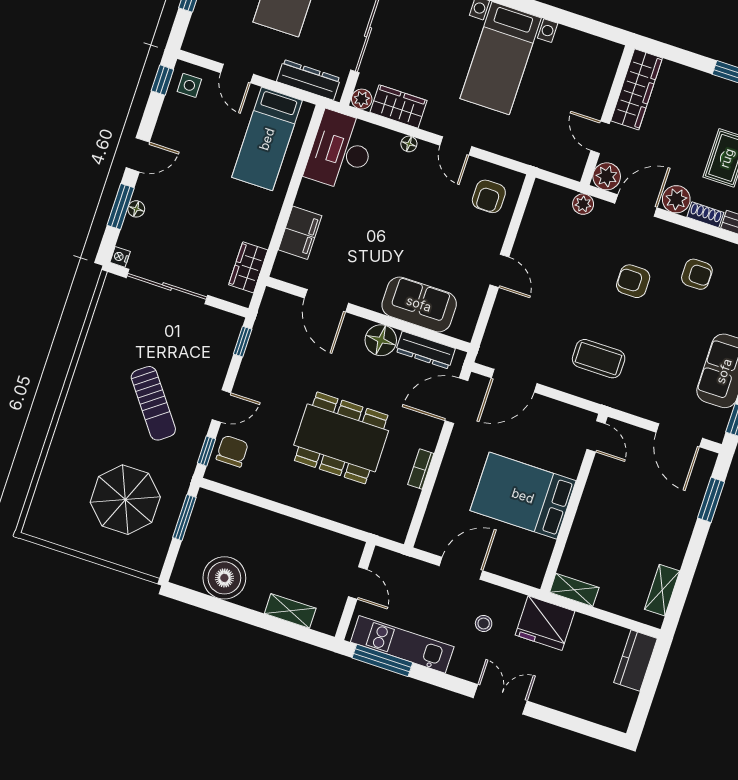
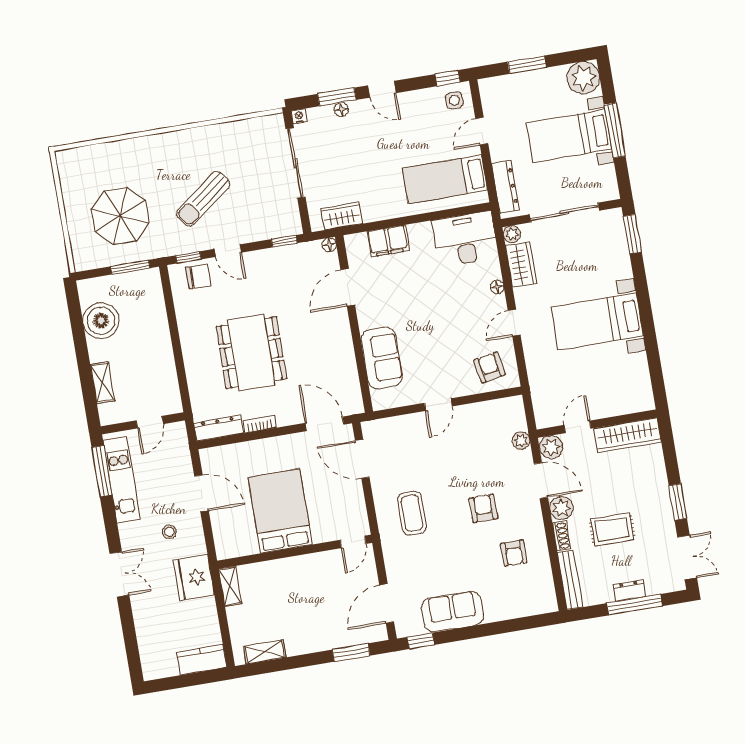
armchair: (489, 196) -> (490, 367), turned 80
floor lamp: (381, 340) -> (329, 245), moved, width x0.53, depth x0.53
dresser: (425, 350) -> (219, 428), moved, turned 90

